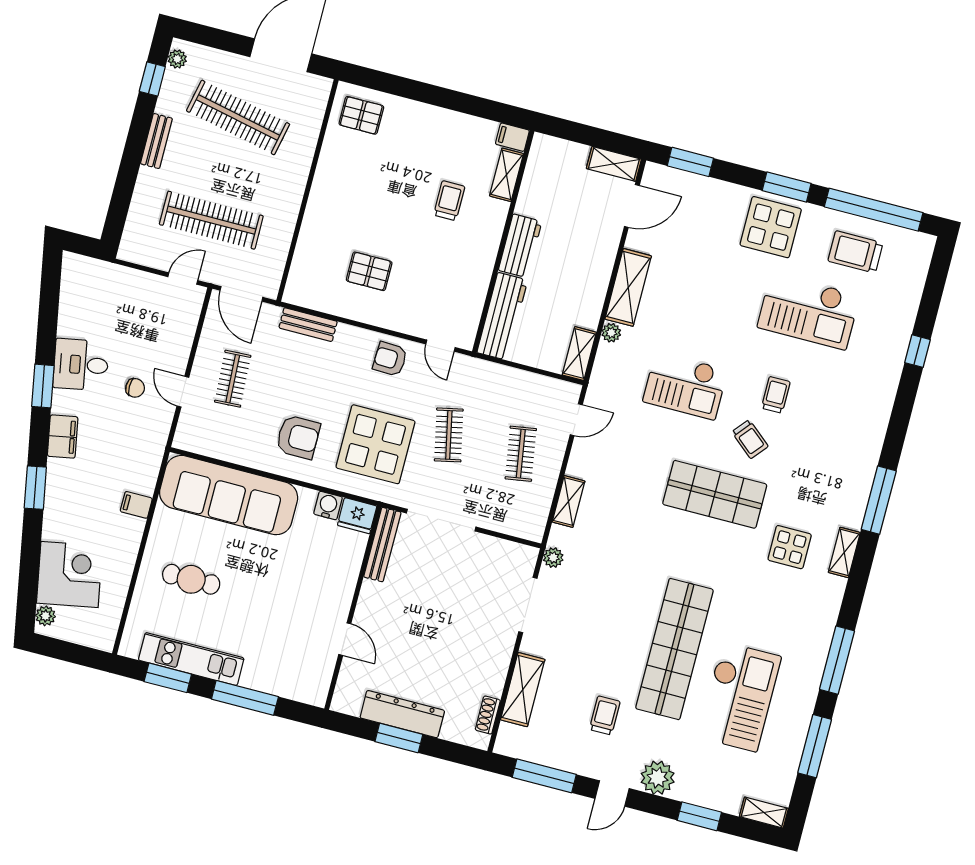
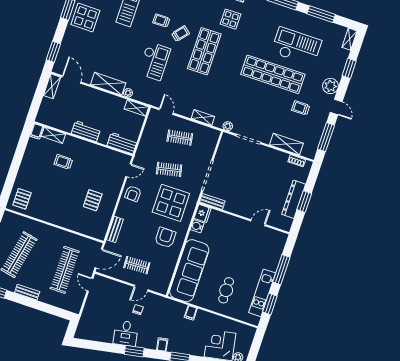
workbench: (502, 316) -> (122, 143), width x0.73
filing cabinet: (63, 437) -> (162, 345), width x0.50
bench: (382, 545) -> (212, 201), width x0.73

